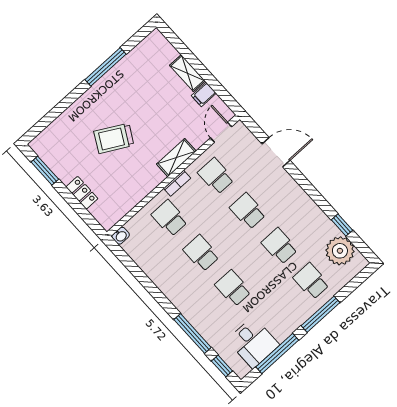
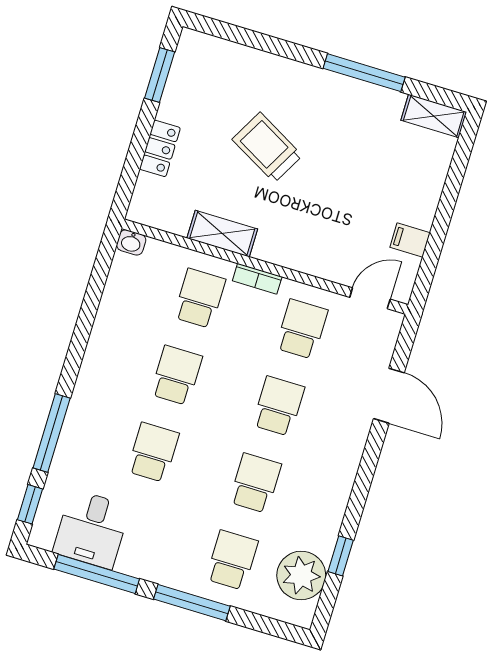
shelving: (187, 73) -> (434, 116), moved, turned 90
shelving: (176, 158) -> (222, 234), moved

